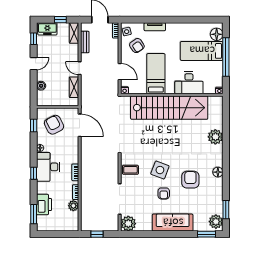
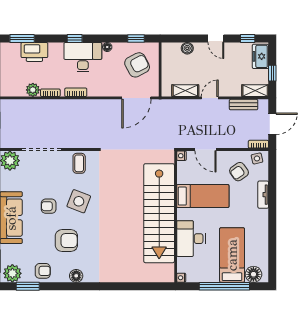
door: (120, 72) -> (205, 149), hinge flipped
plant: (215, 137) -> (122, 273), removed
armchair: (214, 198) -> (43, 271), added

